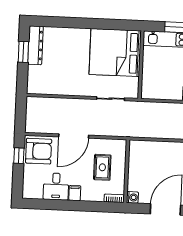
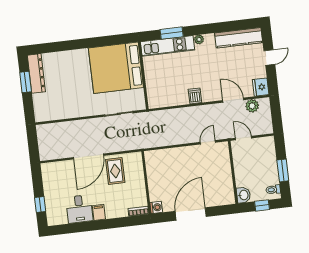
armchair: (39, 151) -> (57, 177), removed
window: (19, 156) -> (40, 204), moved
rug: (102, 167) -> (115, 171), moved

